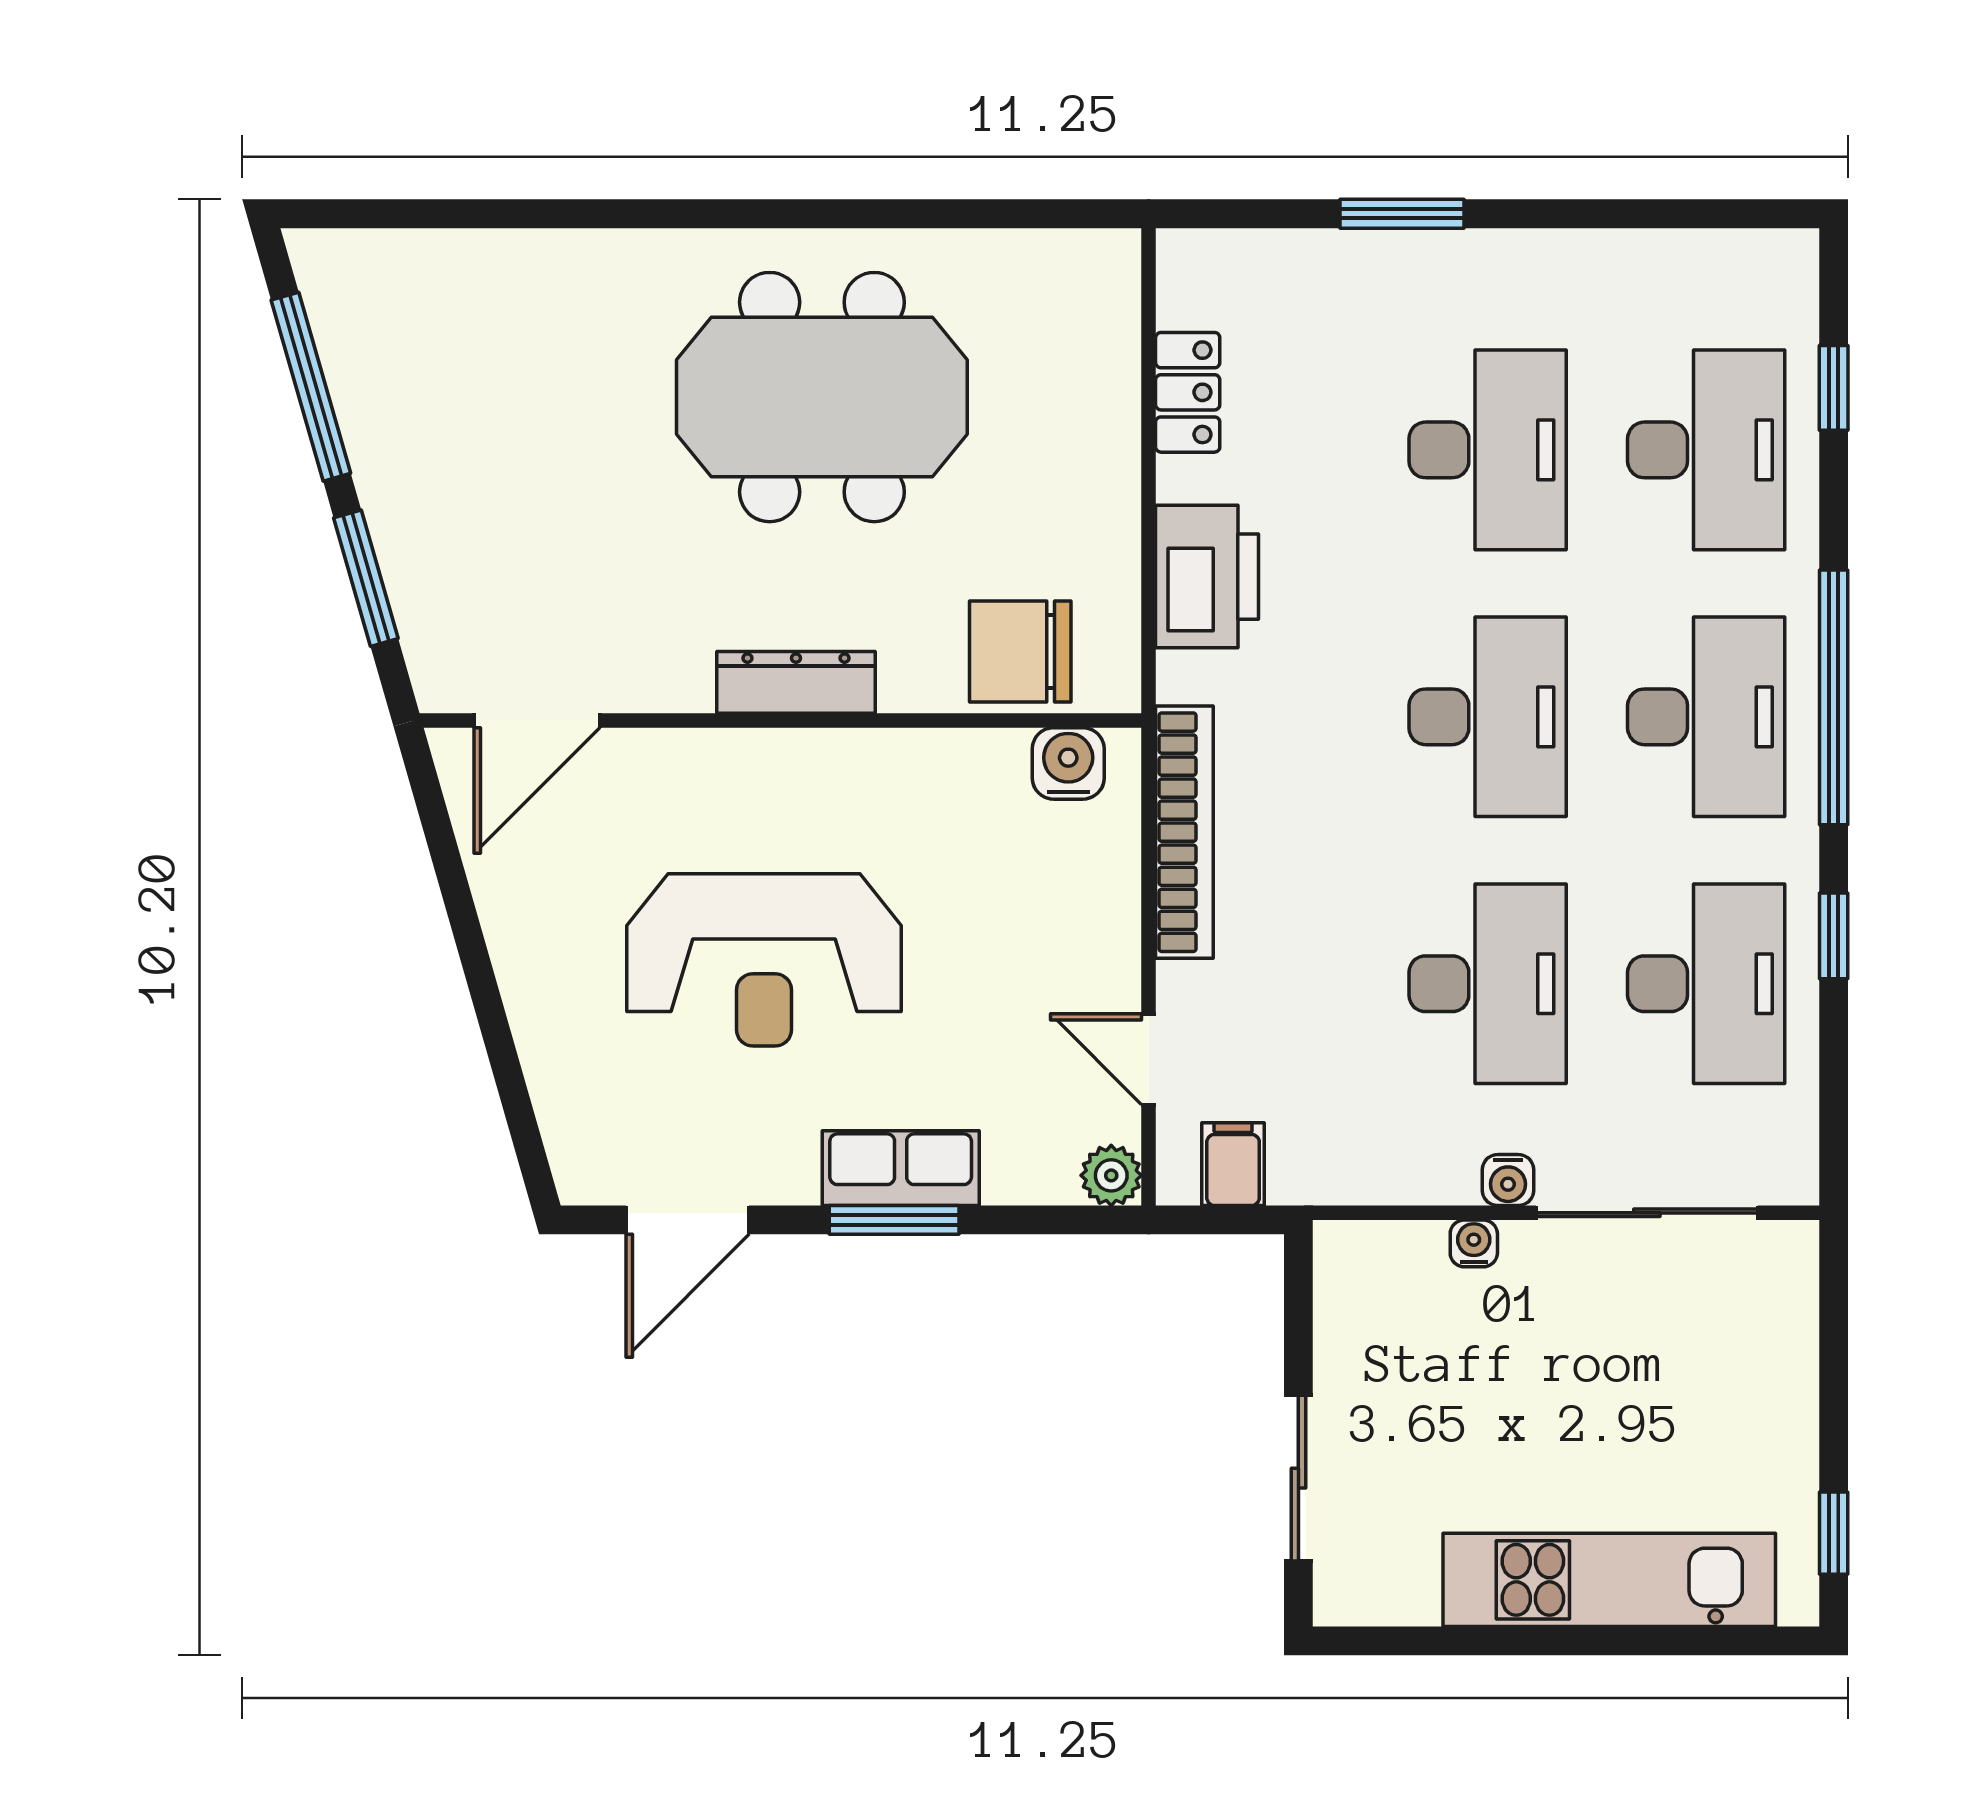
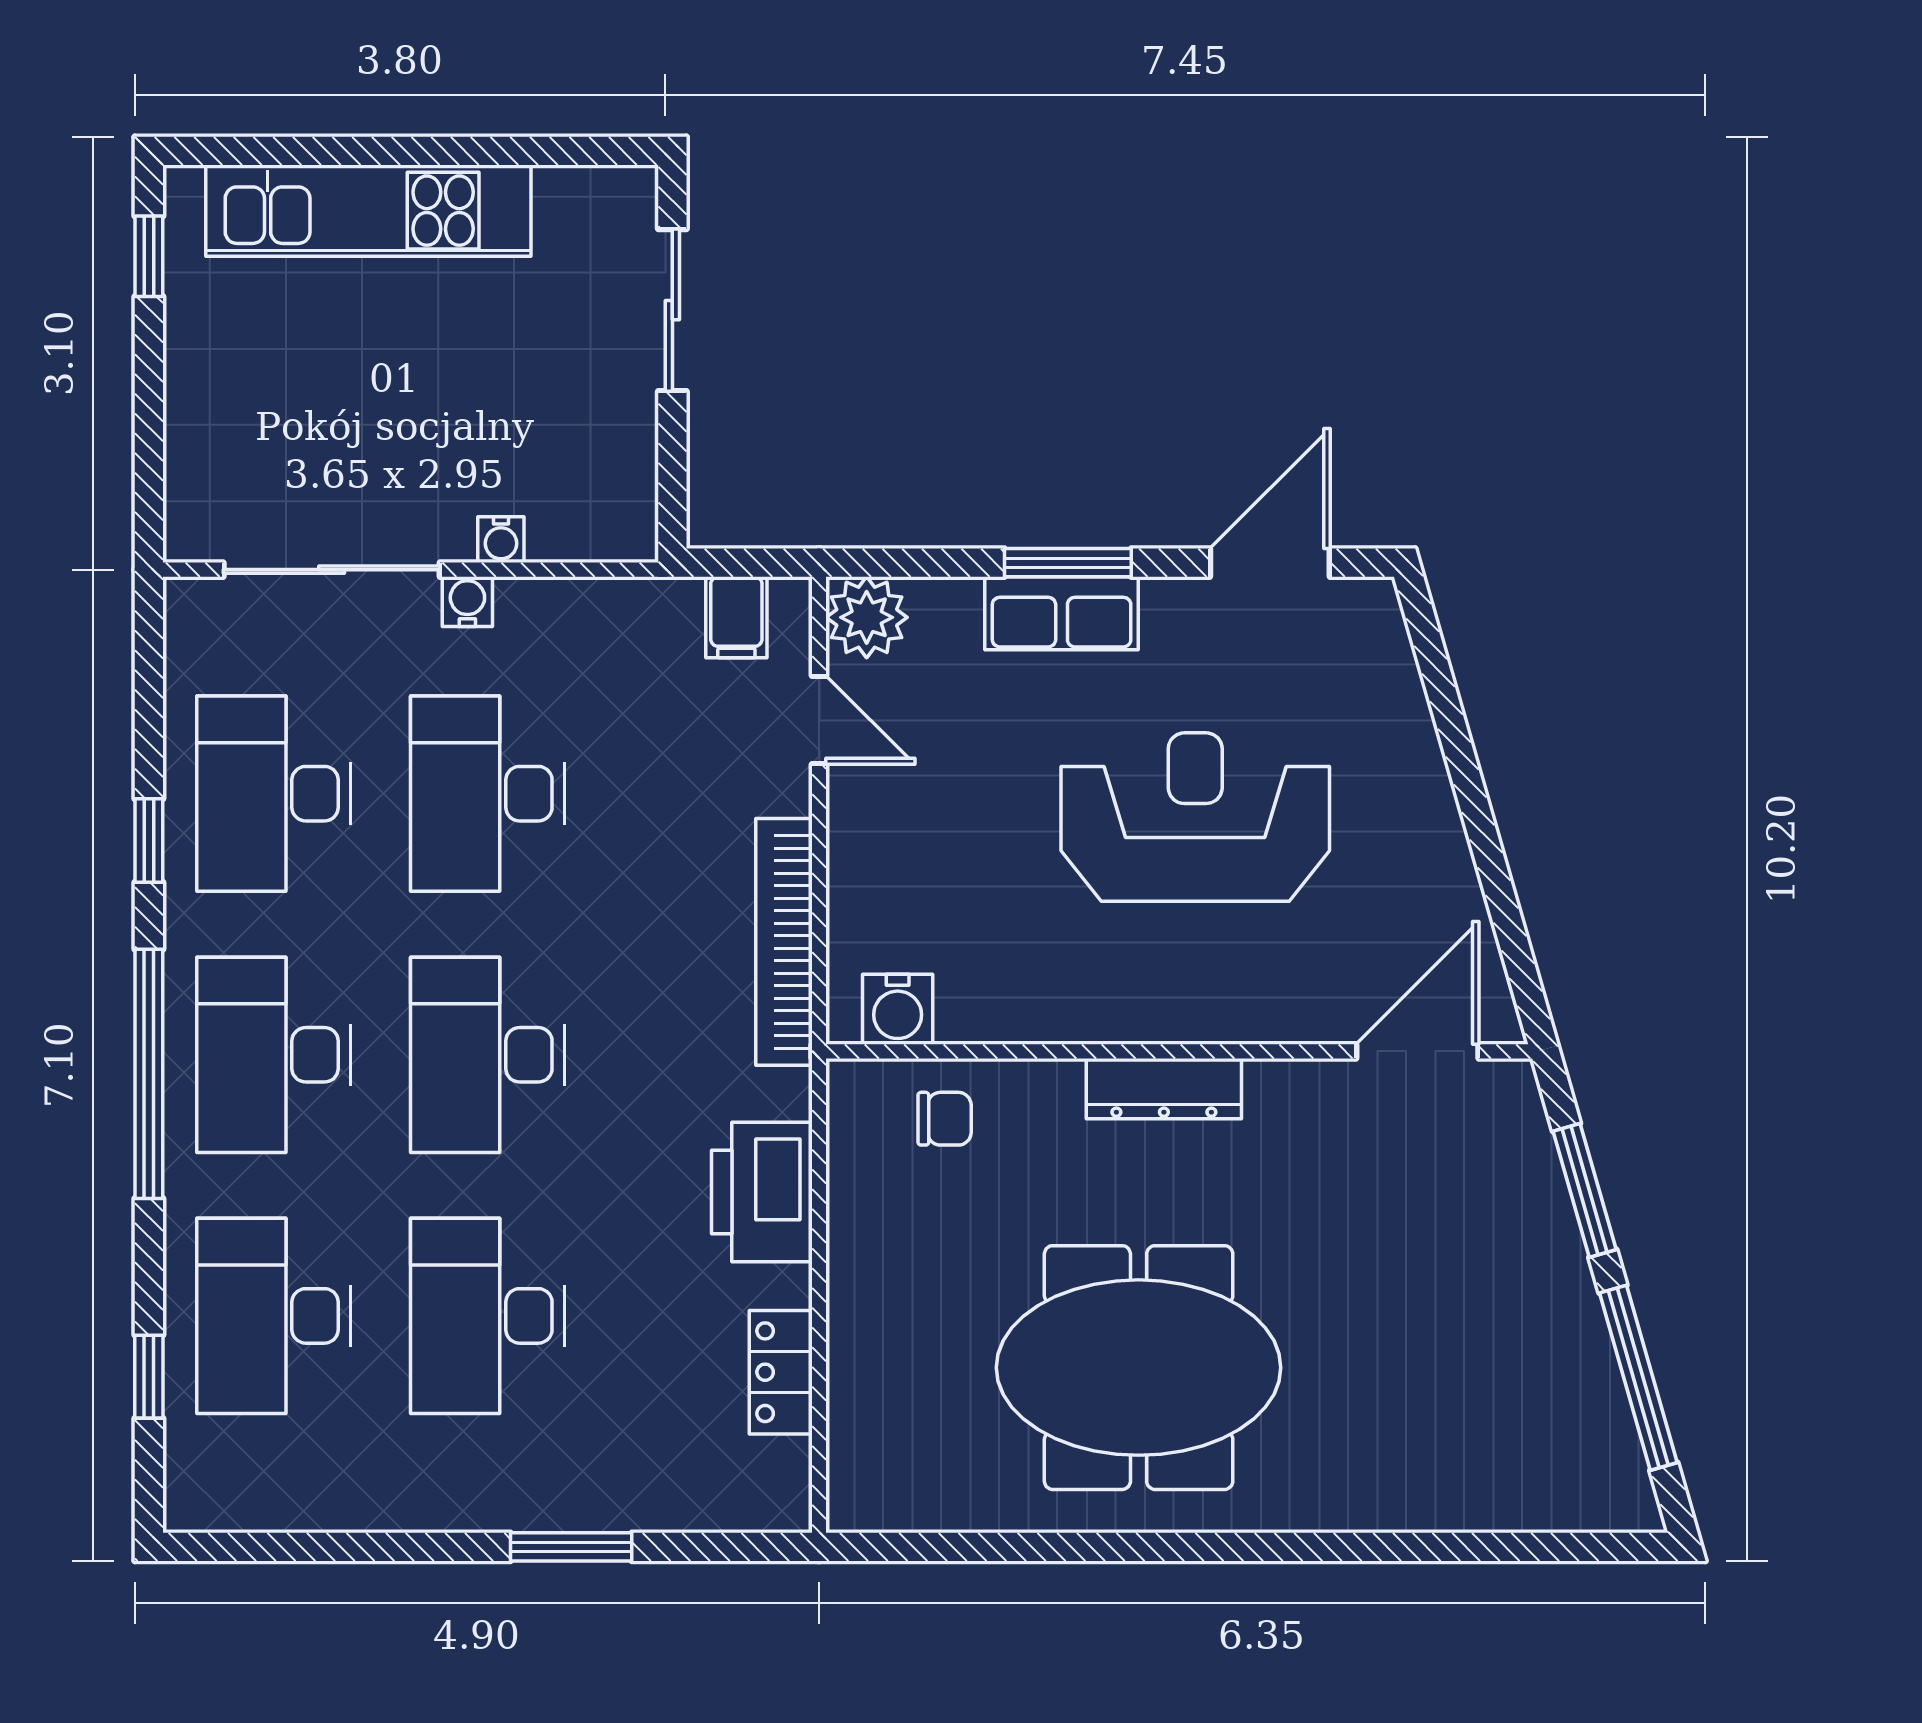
chair: (1020, 651) -> (945, 1119), width x0.54, depth x0.54
plant: (1111, 1175) -> (867, 617), width x1.38, depth x1.38

